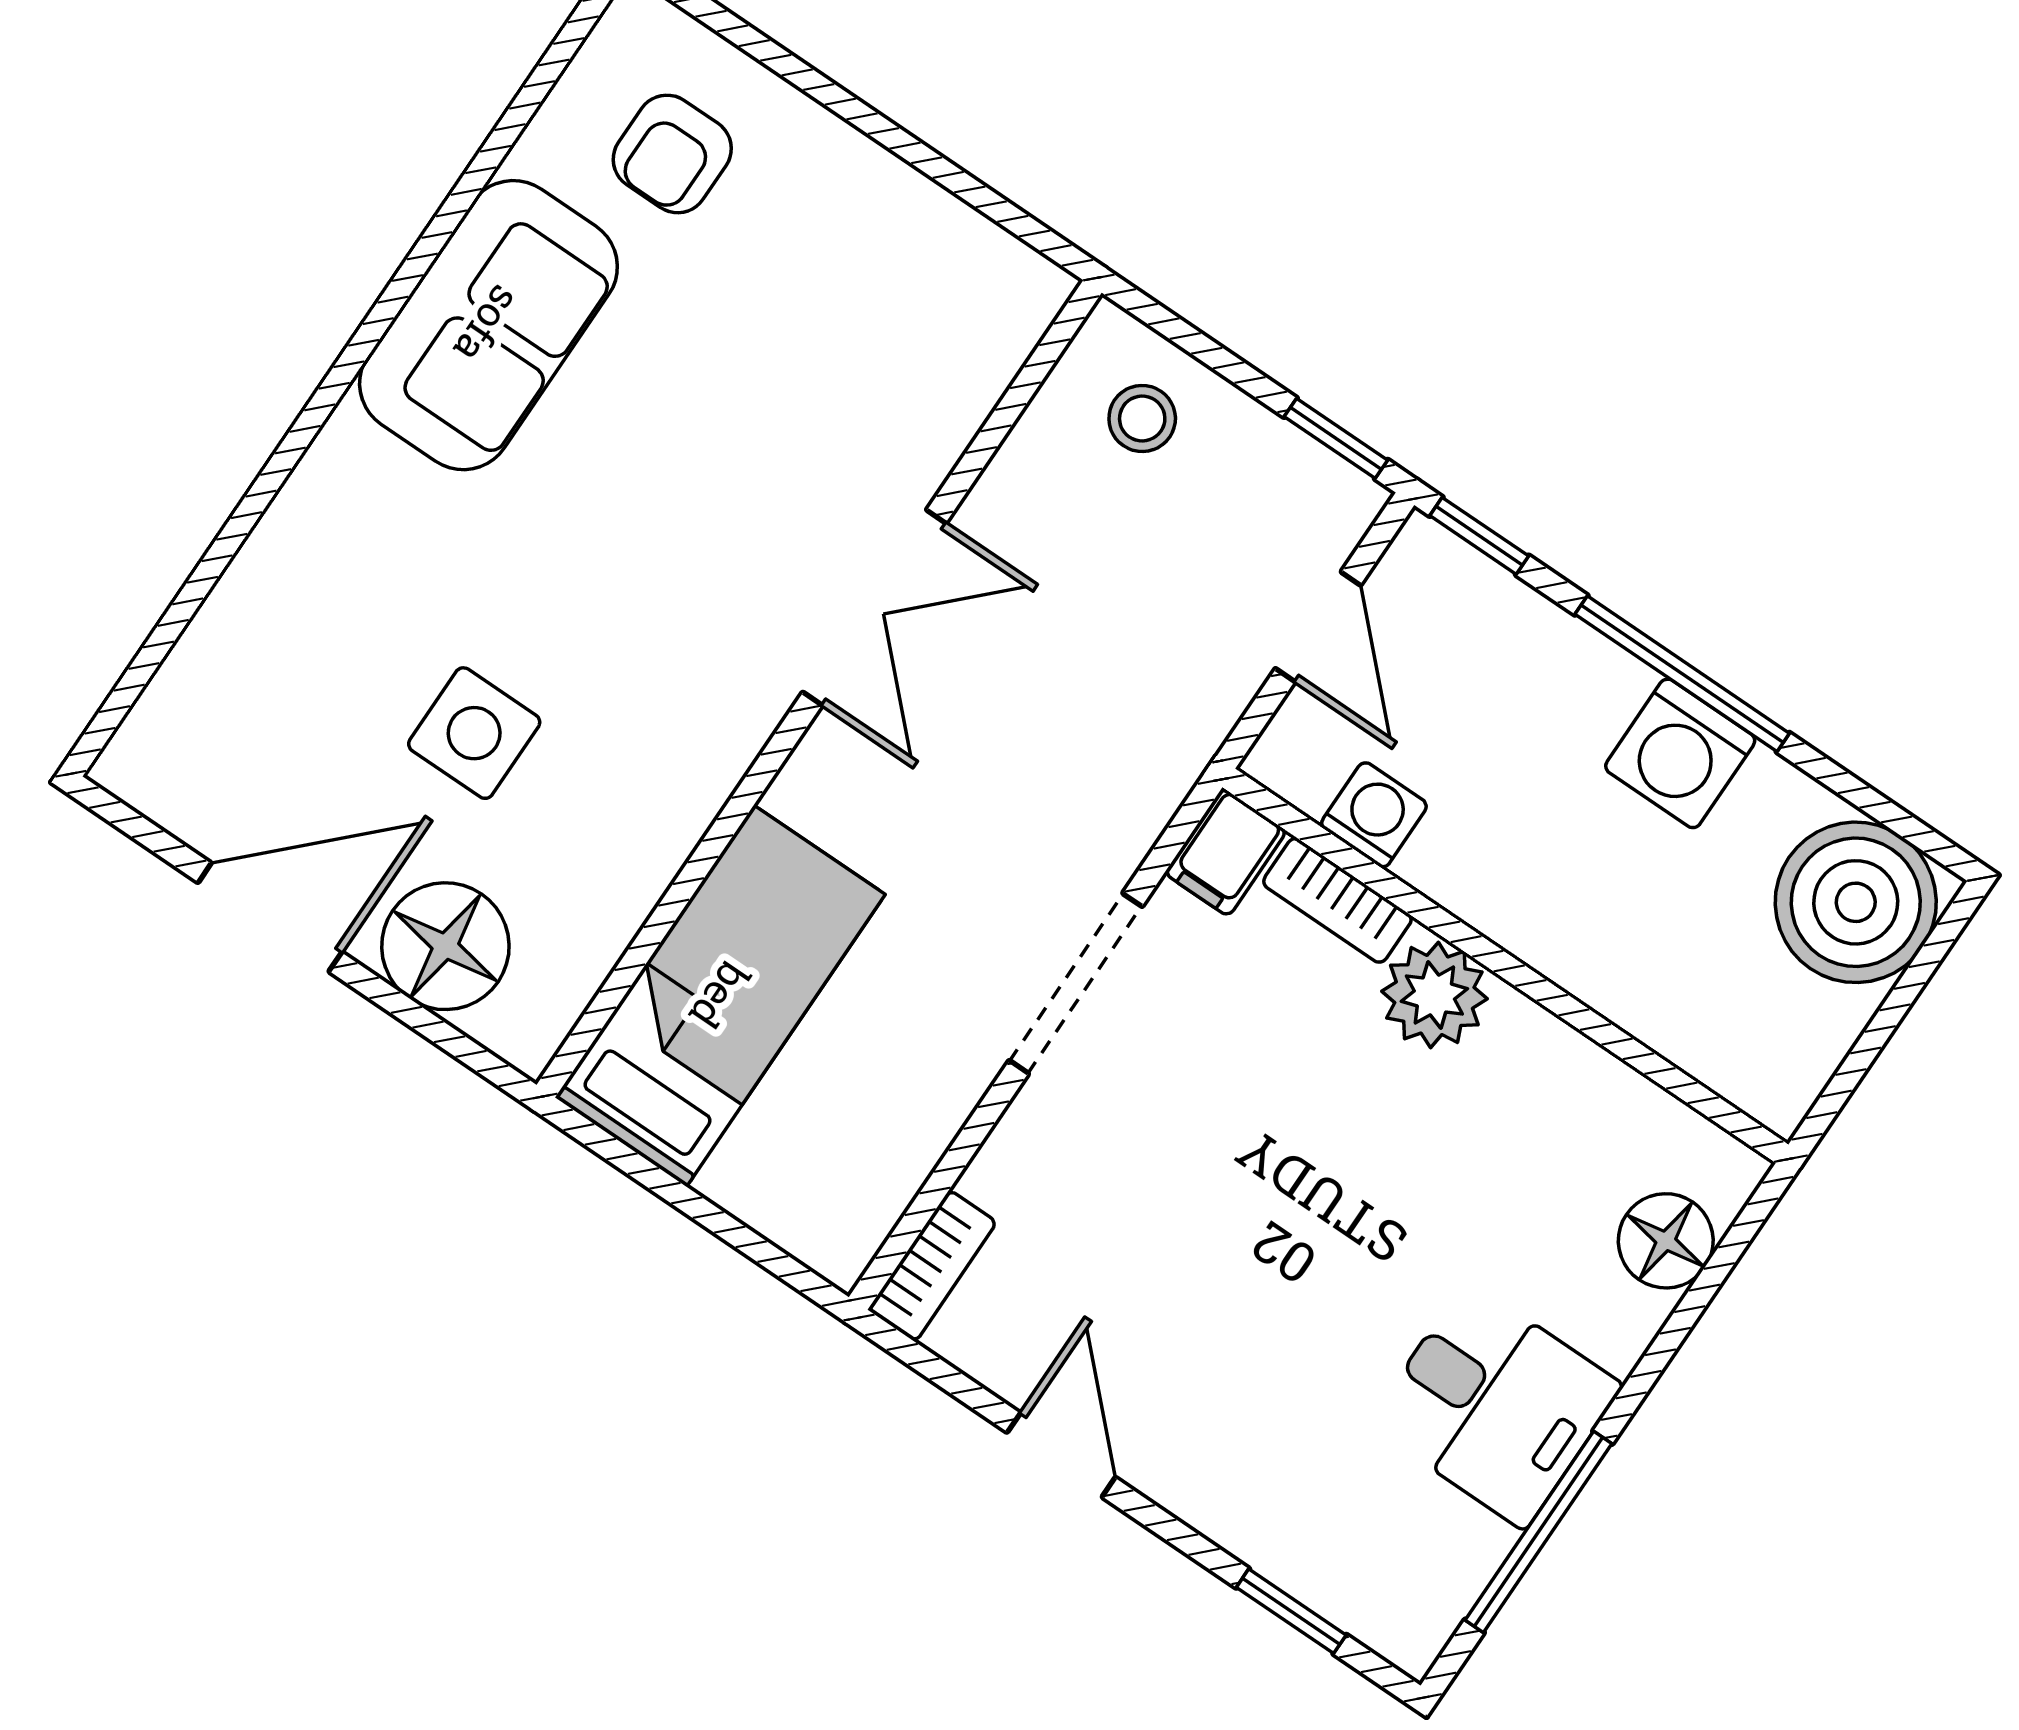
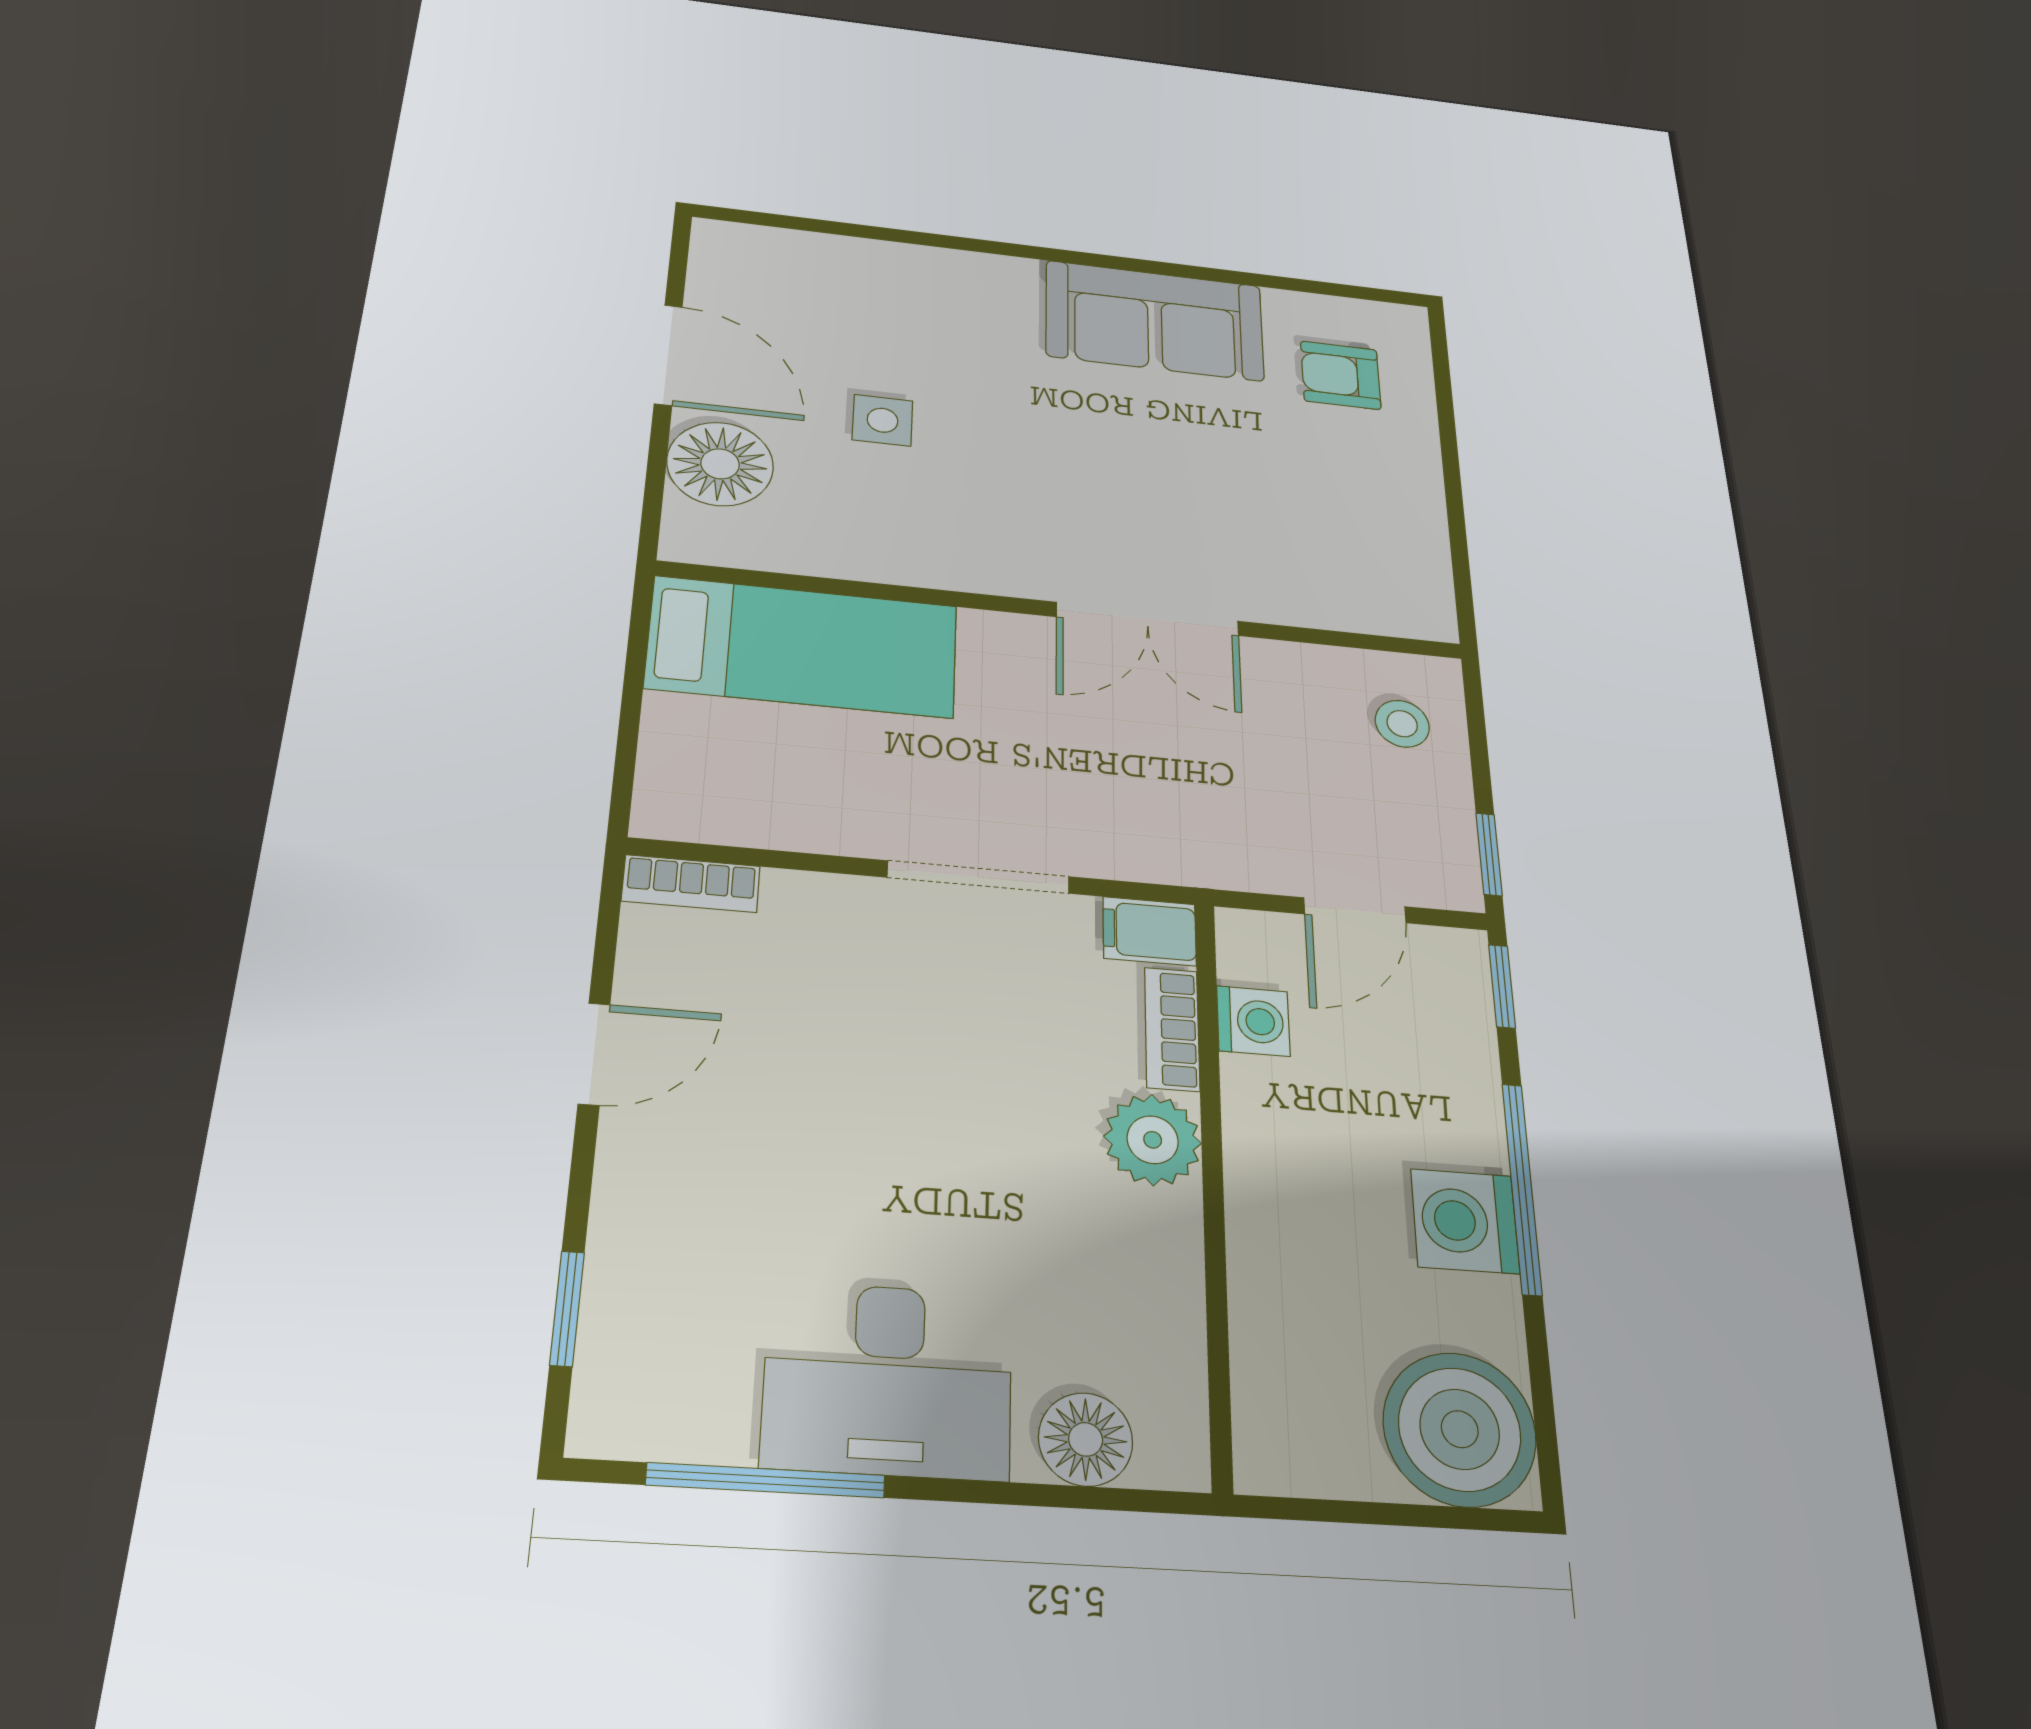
side table: (474, 733) -> (883, 420), width x0.73, depth x0.73
desk: (1495, 1405) -> (888, 1380), width x1.37

